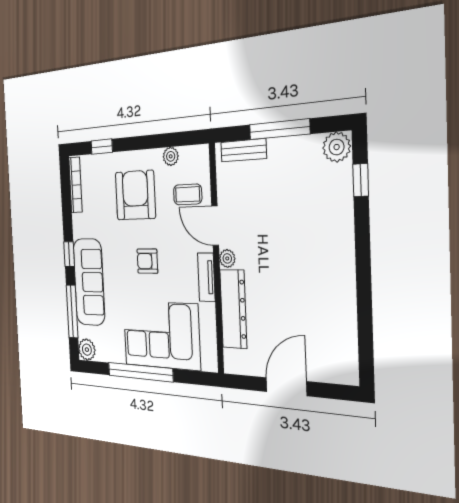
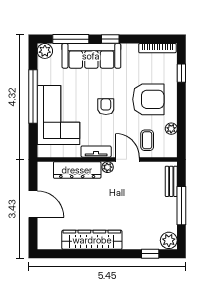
door: (215, 226) -> (127, 159), hinge flipped
wardrobe: (340, 287) -> (92, 240), added

